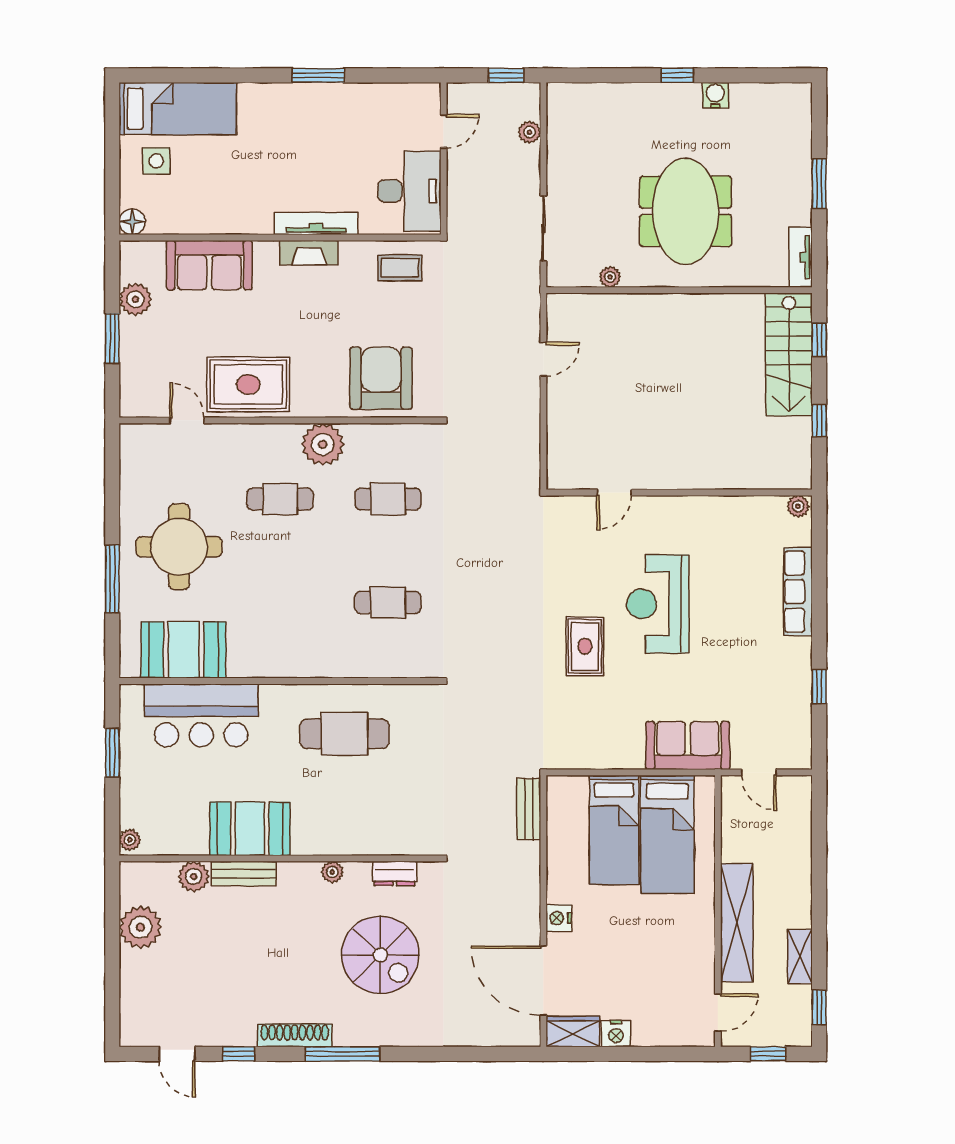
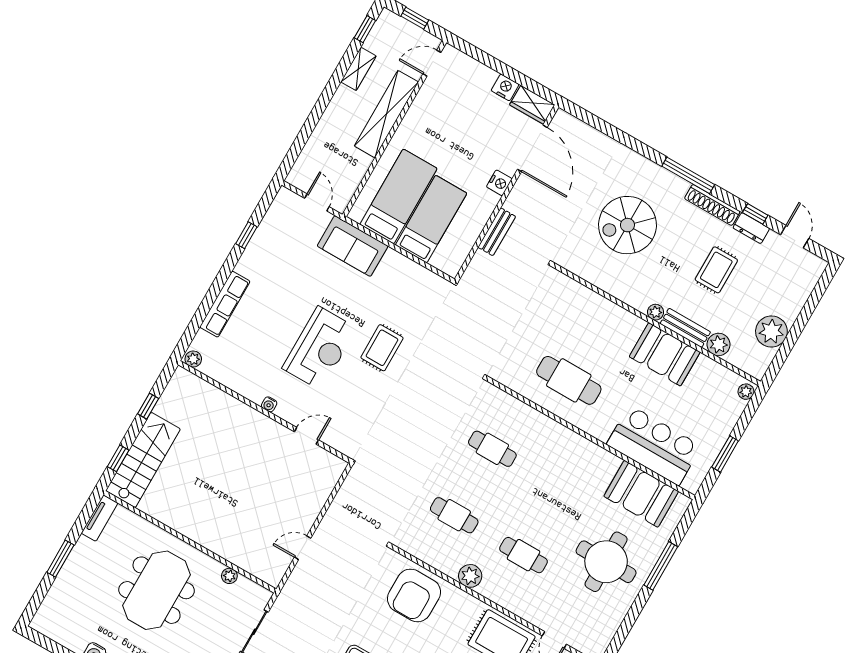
plant: (323, 444) -> (470, 576), width x0.73, depth x0.73
water cooler: (679, 504) -> (269, 404), added
bench: (529, 809) -> (497, 232), moved
plant: (332, 872) -> (656, 312), moved
dresser: (395, 873) -> (751, 228), moved, turned 180
spiral stairs: (380, 955) -> (627, 225), turned -90
rug: (246, 962) -> (716, 270), added

